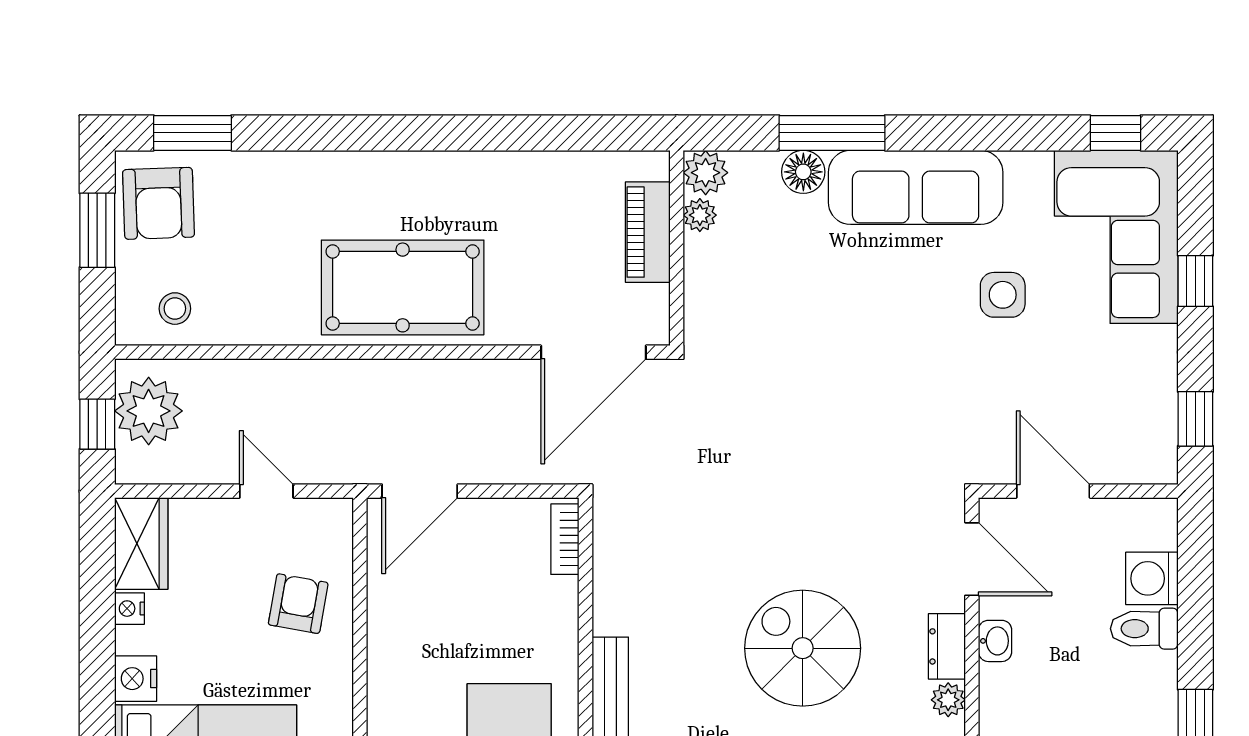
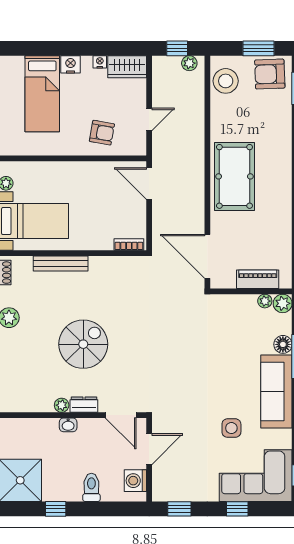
stool: (175, 309) -> (226, 81), width x1.89, depth x1.89
plant: (149, 411) -> (189, 63), width x0.53, depth x0.53
door: (972, 559) -> (121, 415), hinge flipped
washing machine: (1152, 578) -> (135, 481), moved, turned -90
washbasin: (995, 641) -> (68, 425), moved

